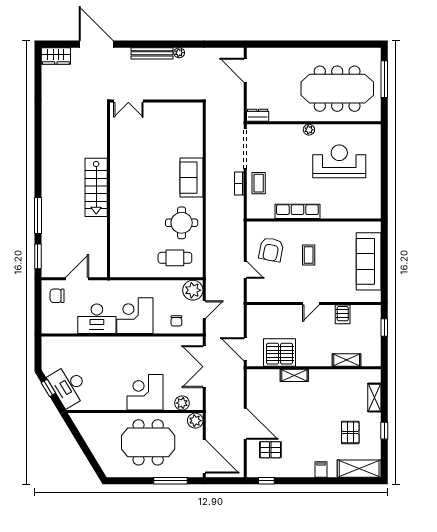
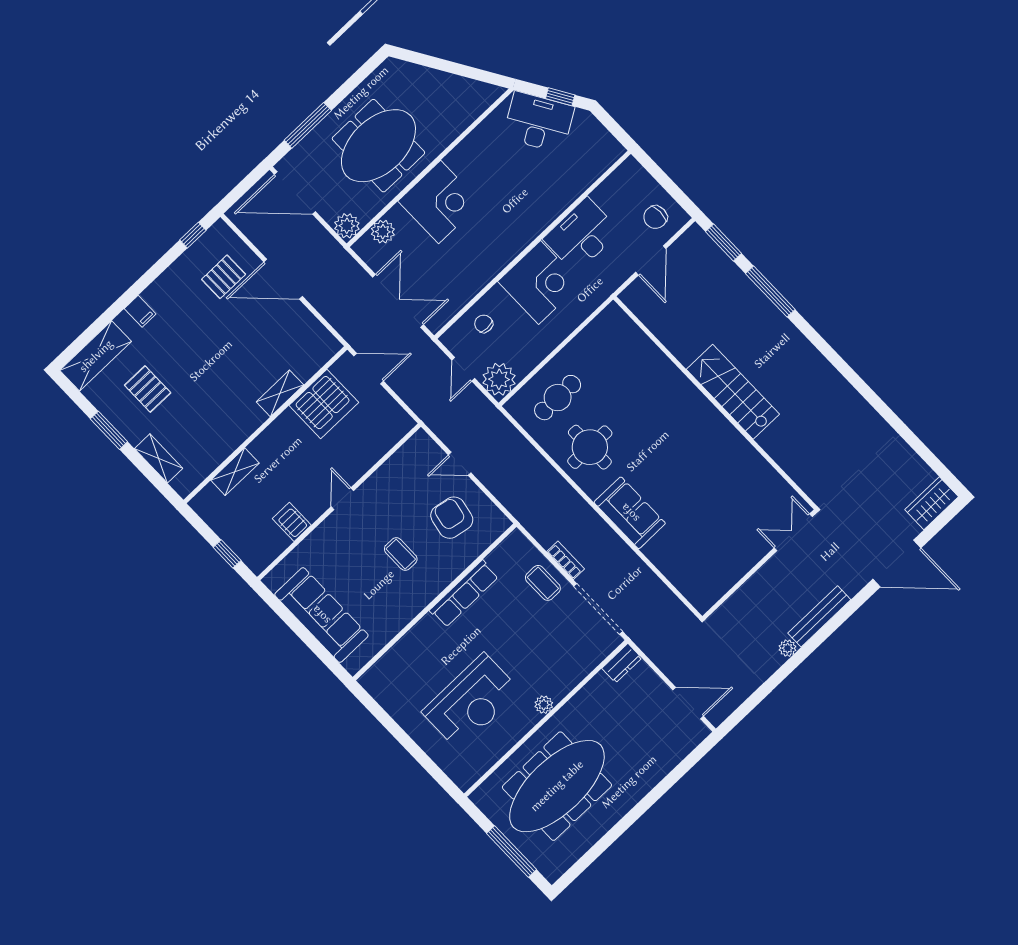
chair: (57, 296) -> (655, 217), turned 180
window: (384, 431) -> (109, 430), width x1.50

